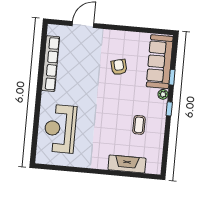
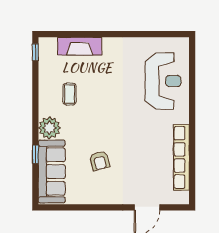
plant: (163, 94) -> (49, 128), width x1.87, depth x1.87
window: (169, 109) -> (35, 52), moved

